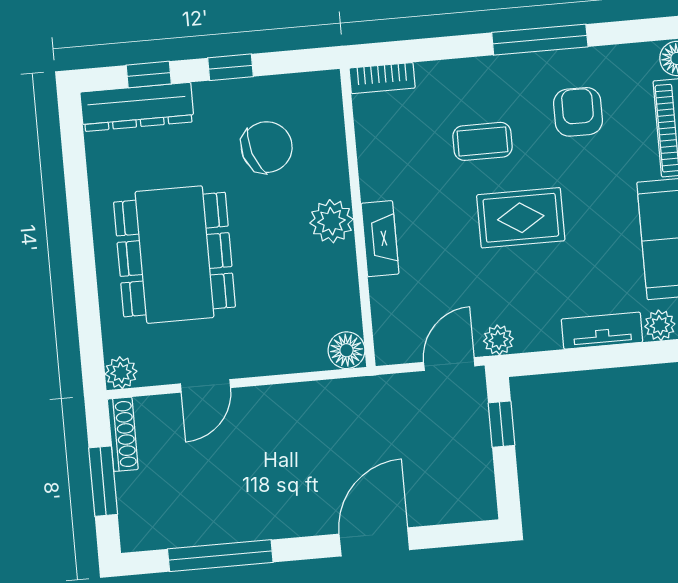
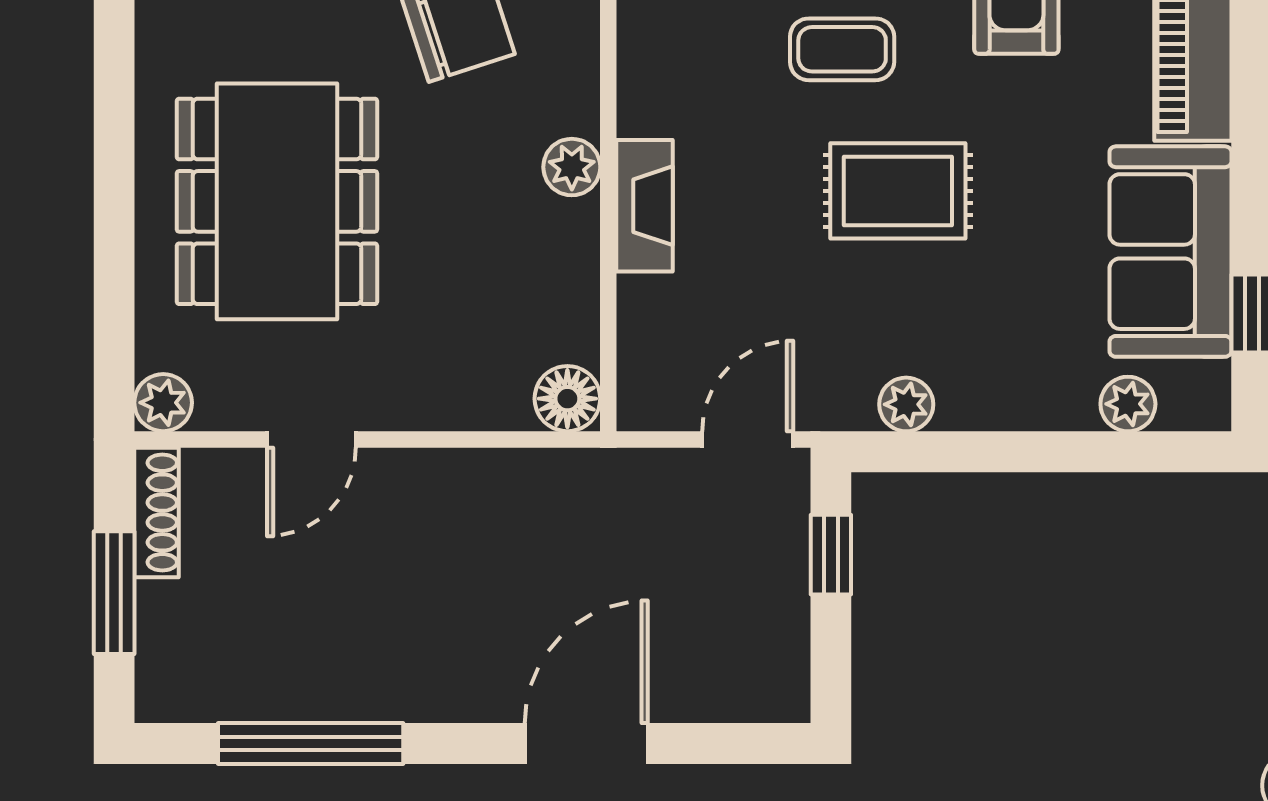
plant: (331, 221) -> (572, 167), width x0.73, depth x0.73
tv unit: (602, 331) -> (1024, 404), removed
plant: (498, 340) -> (906, 404), moved

